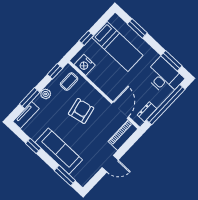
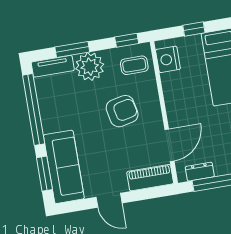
plant: (46, 94) -> (90, 67), width x1.88, depth x1.88
window: (33, 146) -> (34, 110), width x3.17
sofa: (59, 151) -> (64, 167), moved

